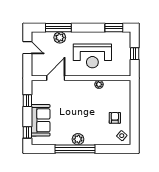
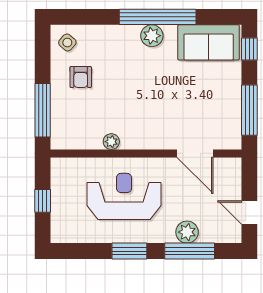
window: (114, 28) -> (129, 251), moved
door: (56, 78) -> (195, 153), hinge flipped
window: (27, 101) -> (249, 110), width x2.17
window: (135, 101) -> (43, 110), added
sofa: (41, 120) -> (209, 42), moved, turned -90

